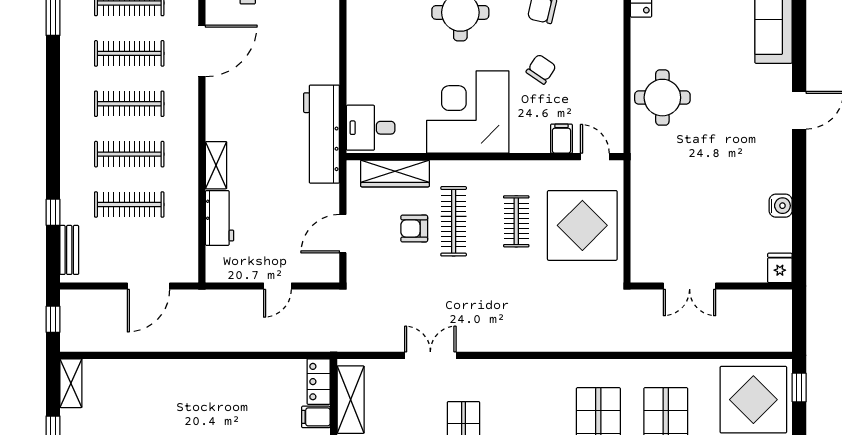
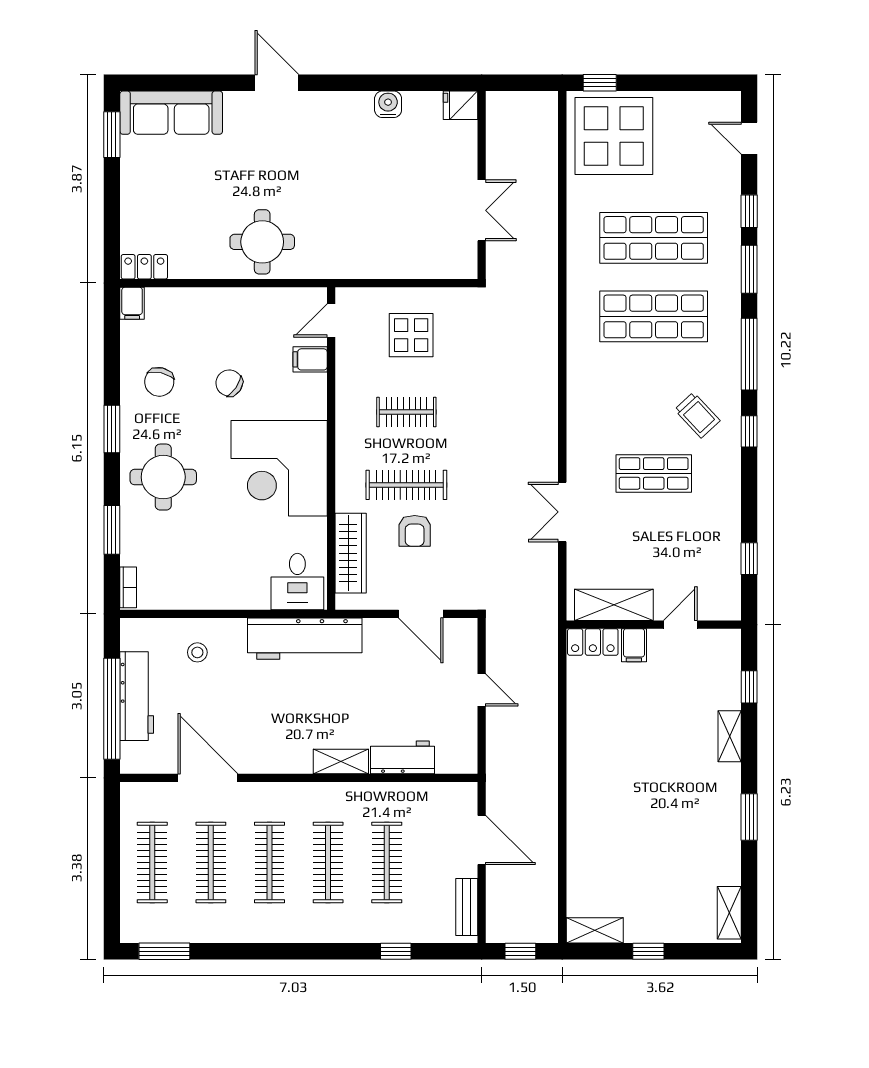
stool: (310, 42) -> (197, 652), added
display table: (582, 225) -> (411, 335), width x0.54, depth x0.54
bench: (69, 250) -> (467, 907), moved, turned 90

